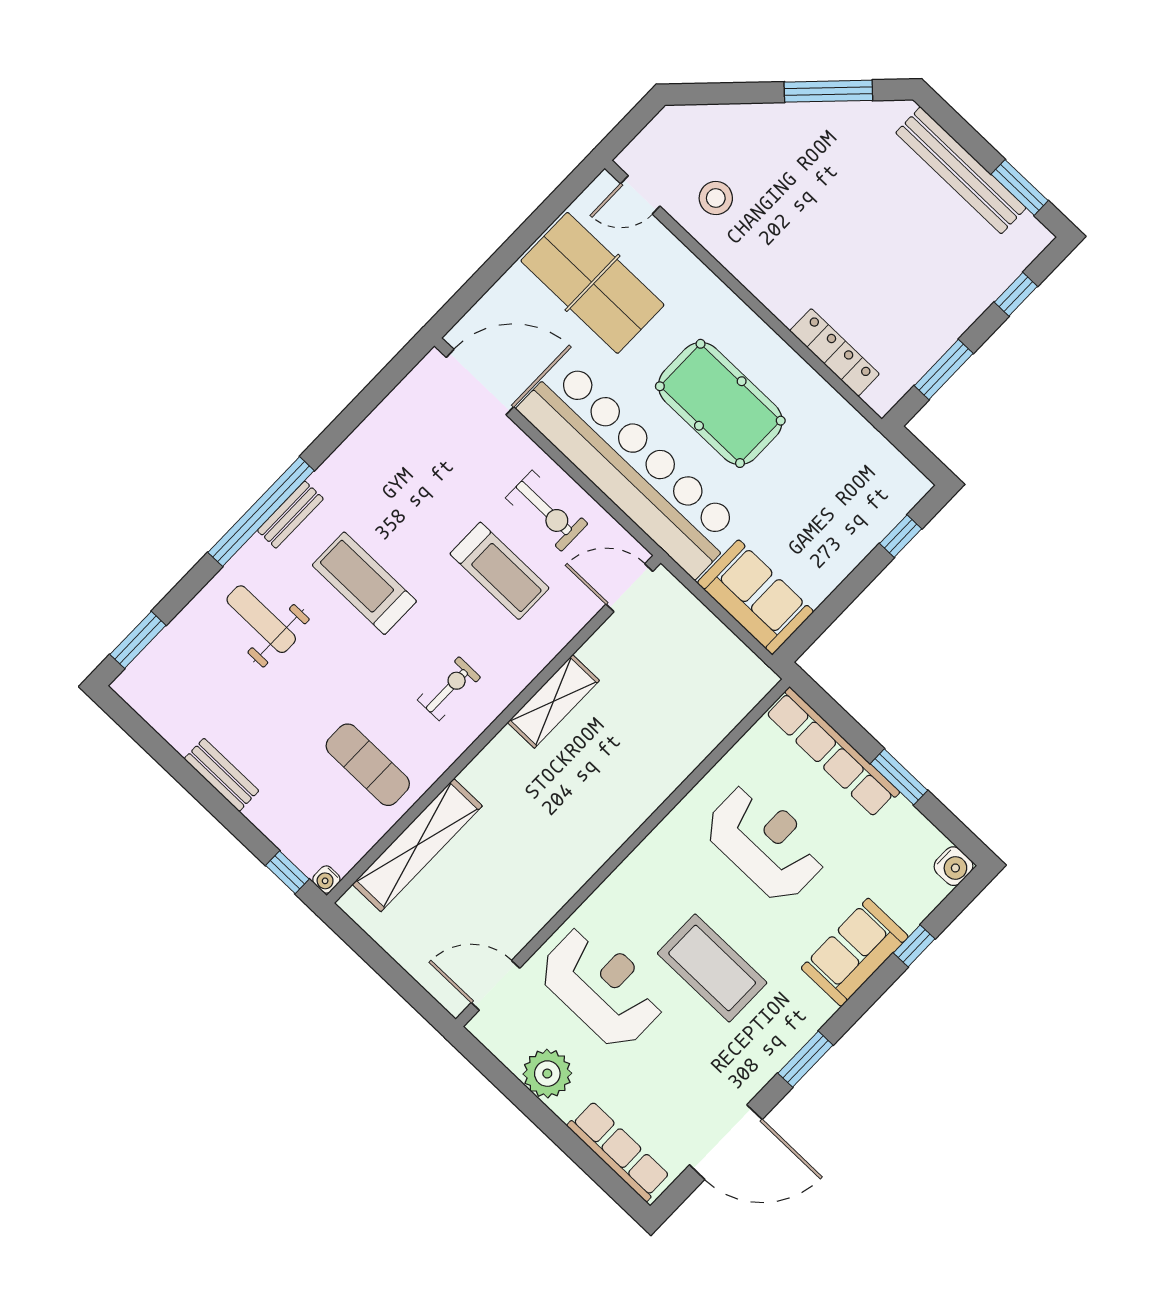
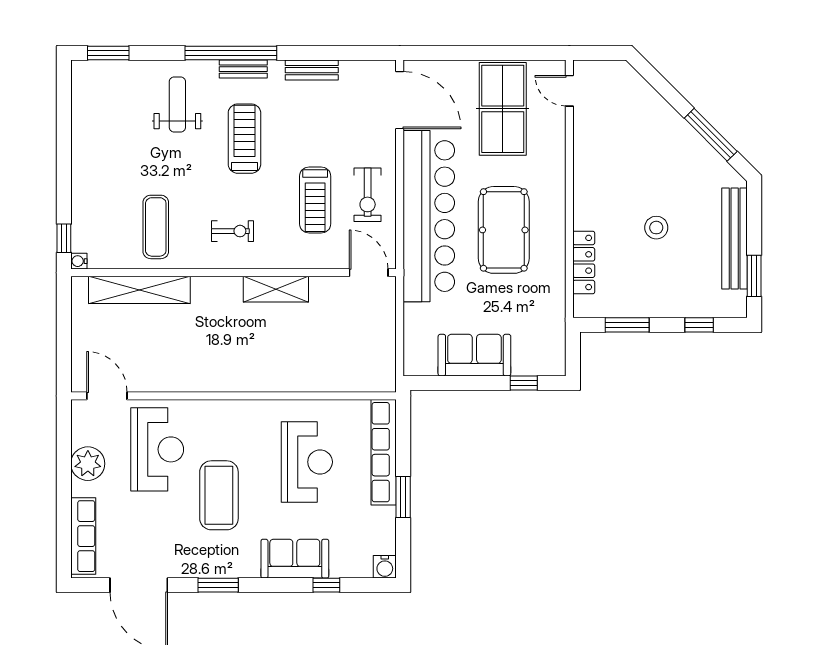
stool: (716, 198) -> (656, 228), moved
sofa: (755, 597) -> (474, 355), moved, turned -90
bench: (221, 775) -> (312, 70), moved, turned 90

